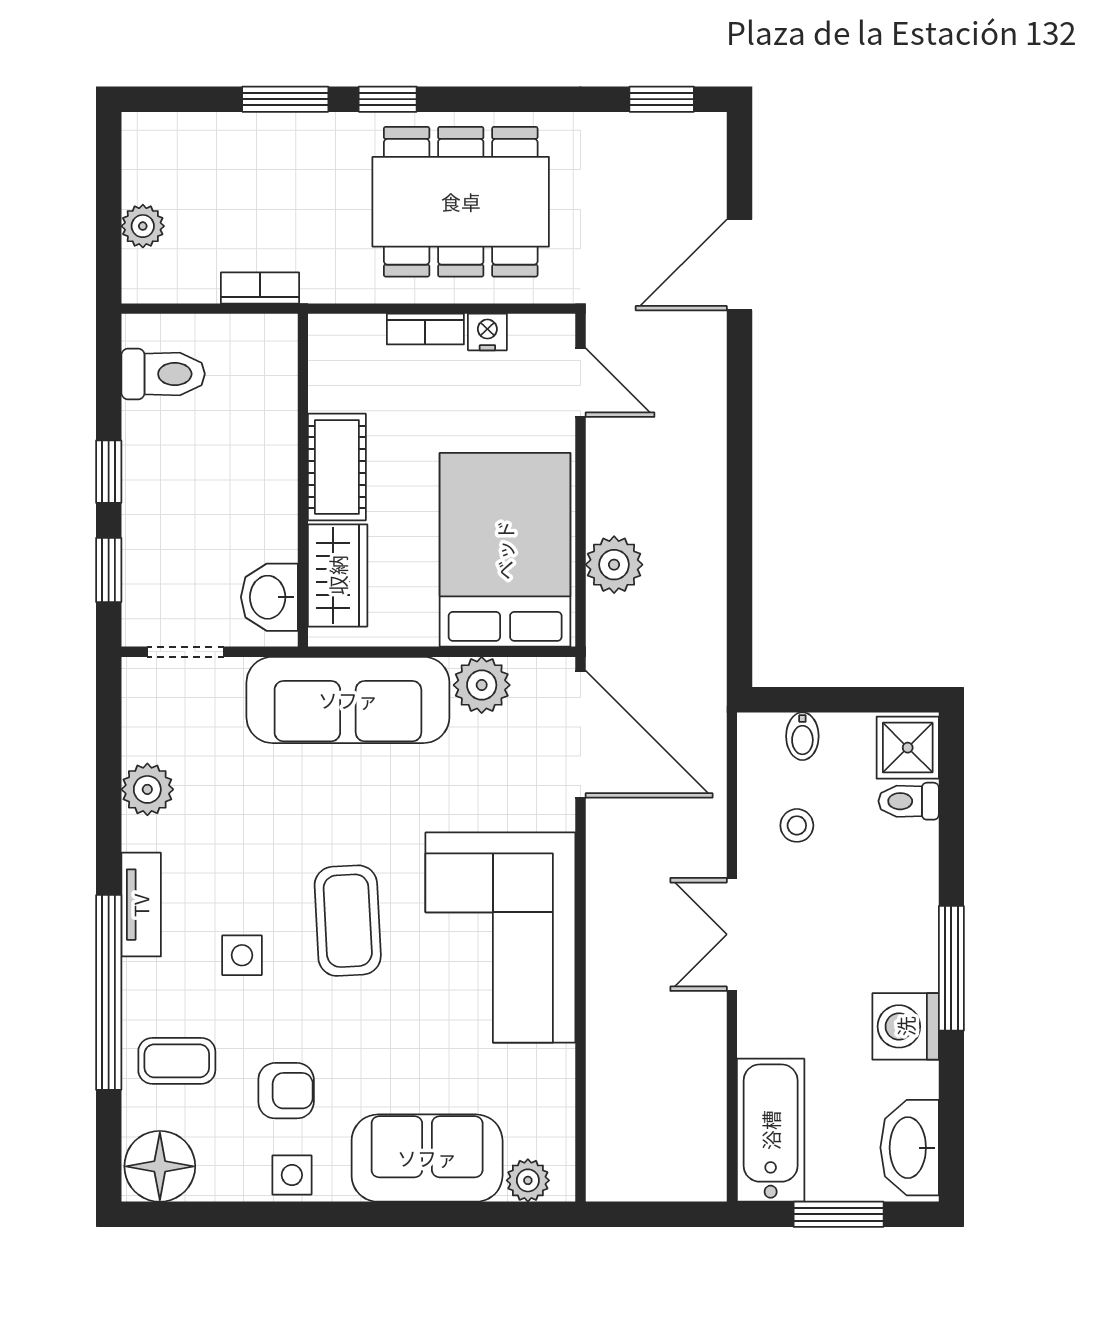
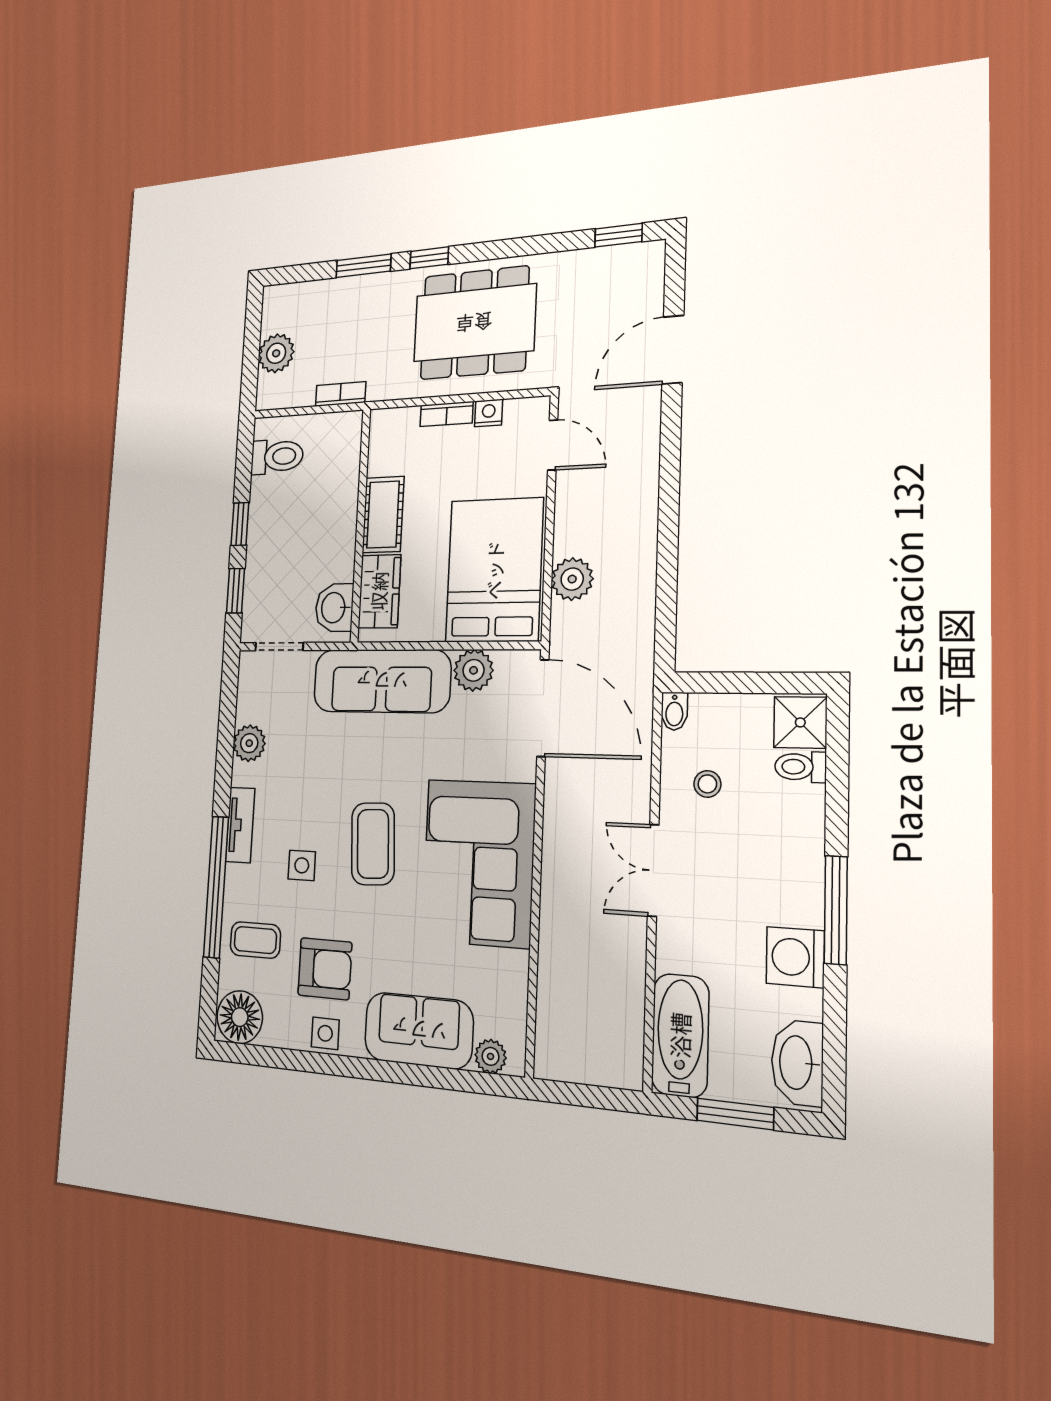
plant: (143, 226) -> (276, 353), width x1.38, depth x1.38
bidet: (802, 736) -> (674, 711), moved
armchair: (286, 1091) -> (325, 969), width x1.38, depth x1.38

